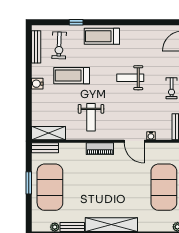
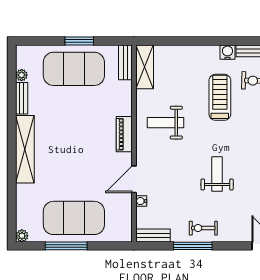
water cooler: (37, 84) -> (227, 52), moved

